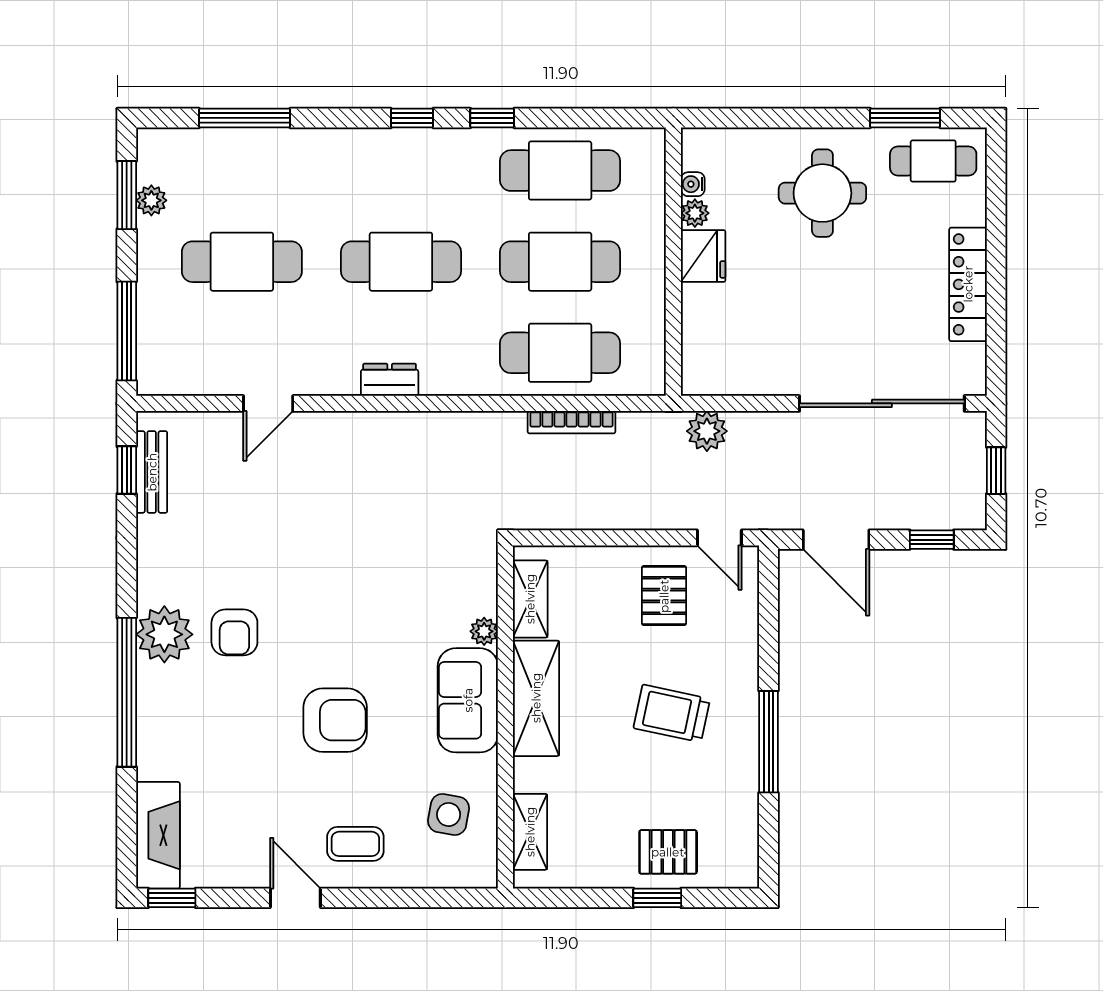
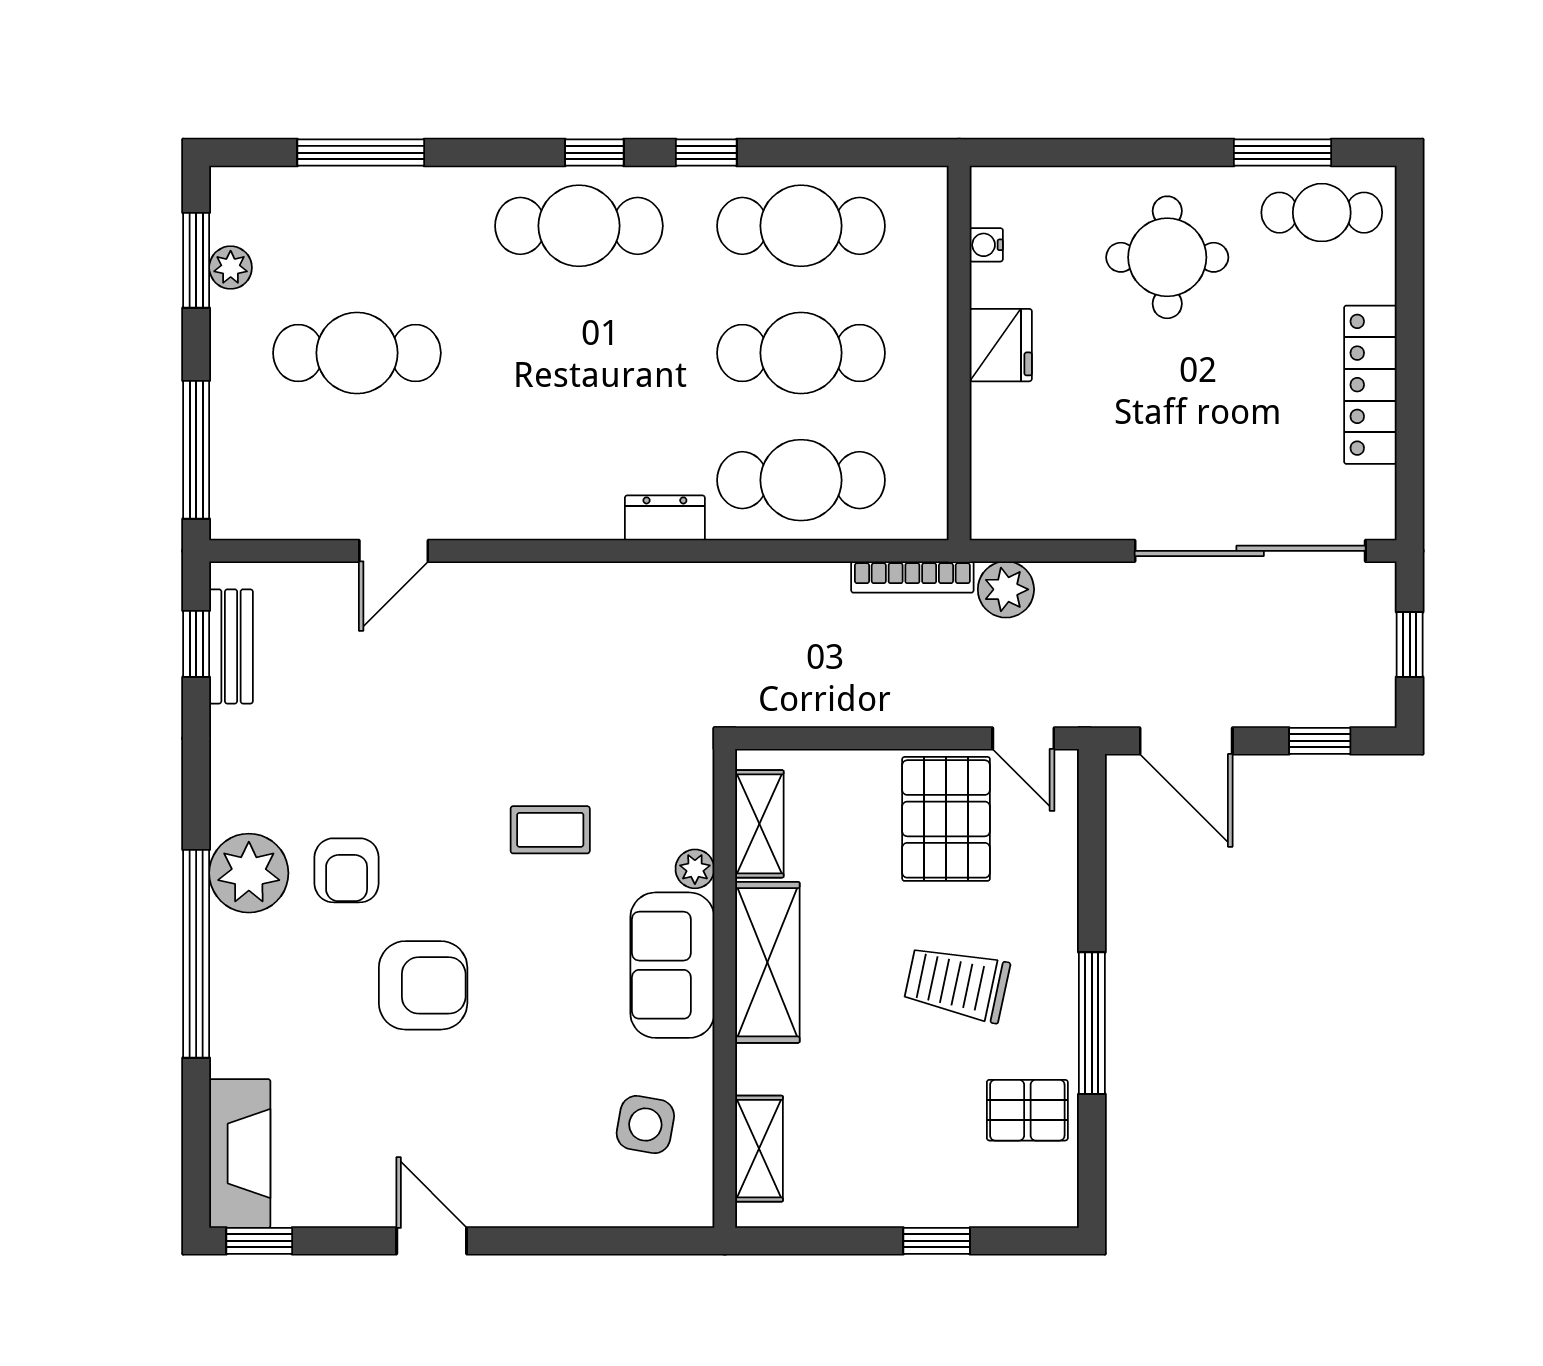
plant: (695, 213) -> (989, 285), removed
cafe table: (401, 262) -> (579, 226), moved
dresser: (390, 380) -> (665, 518), moved
bookcase: (571, 422) -> (912, 577), moved
pallet: (664, 596) -> (946, 819), width x1.50, depth x1.42
armchair: (335, 720) -> (423, 985), moved
coffee table: (355, 844) -> (550, 830), moved
pallet: (668, 852) -> (1027, 1110), moved

